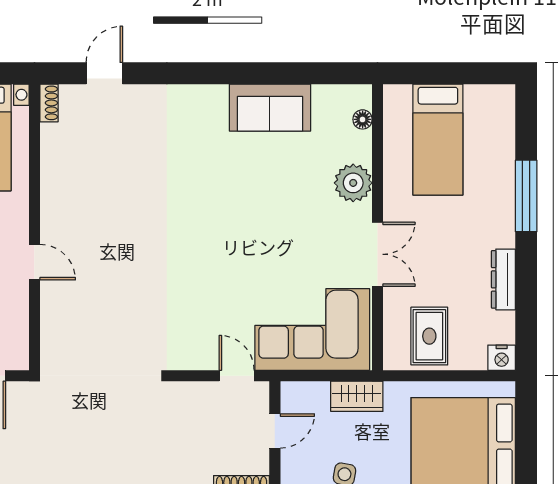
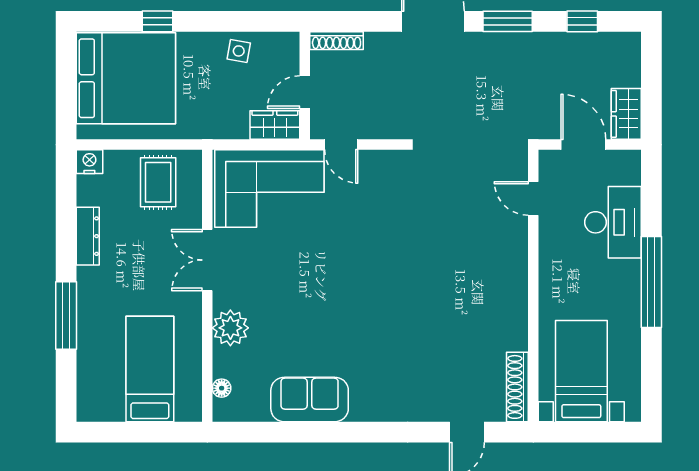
shoe rack: (49, 103) -> (517, 387), width x1.94, depth x1.24
door: (34, 262) -> (533, 198), moved
wardrobe: (357, 396) -> (275, 125), moved

